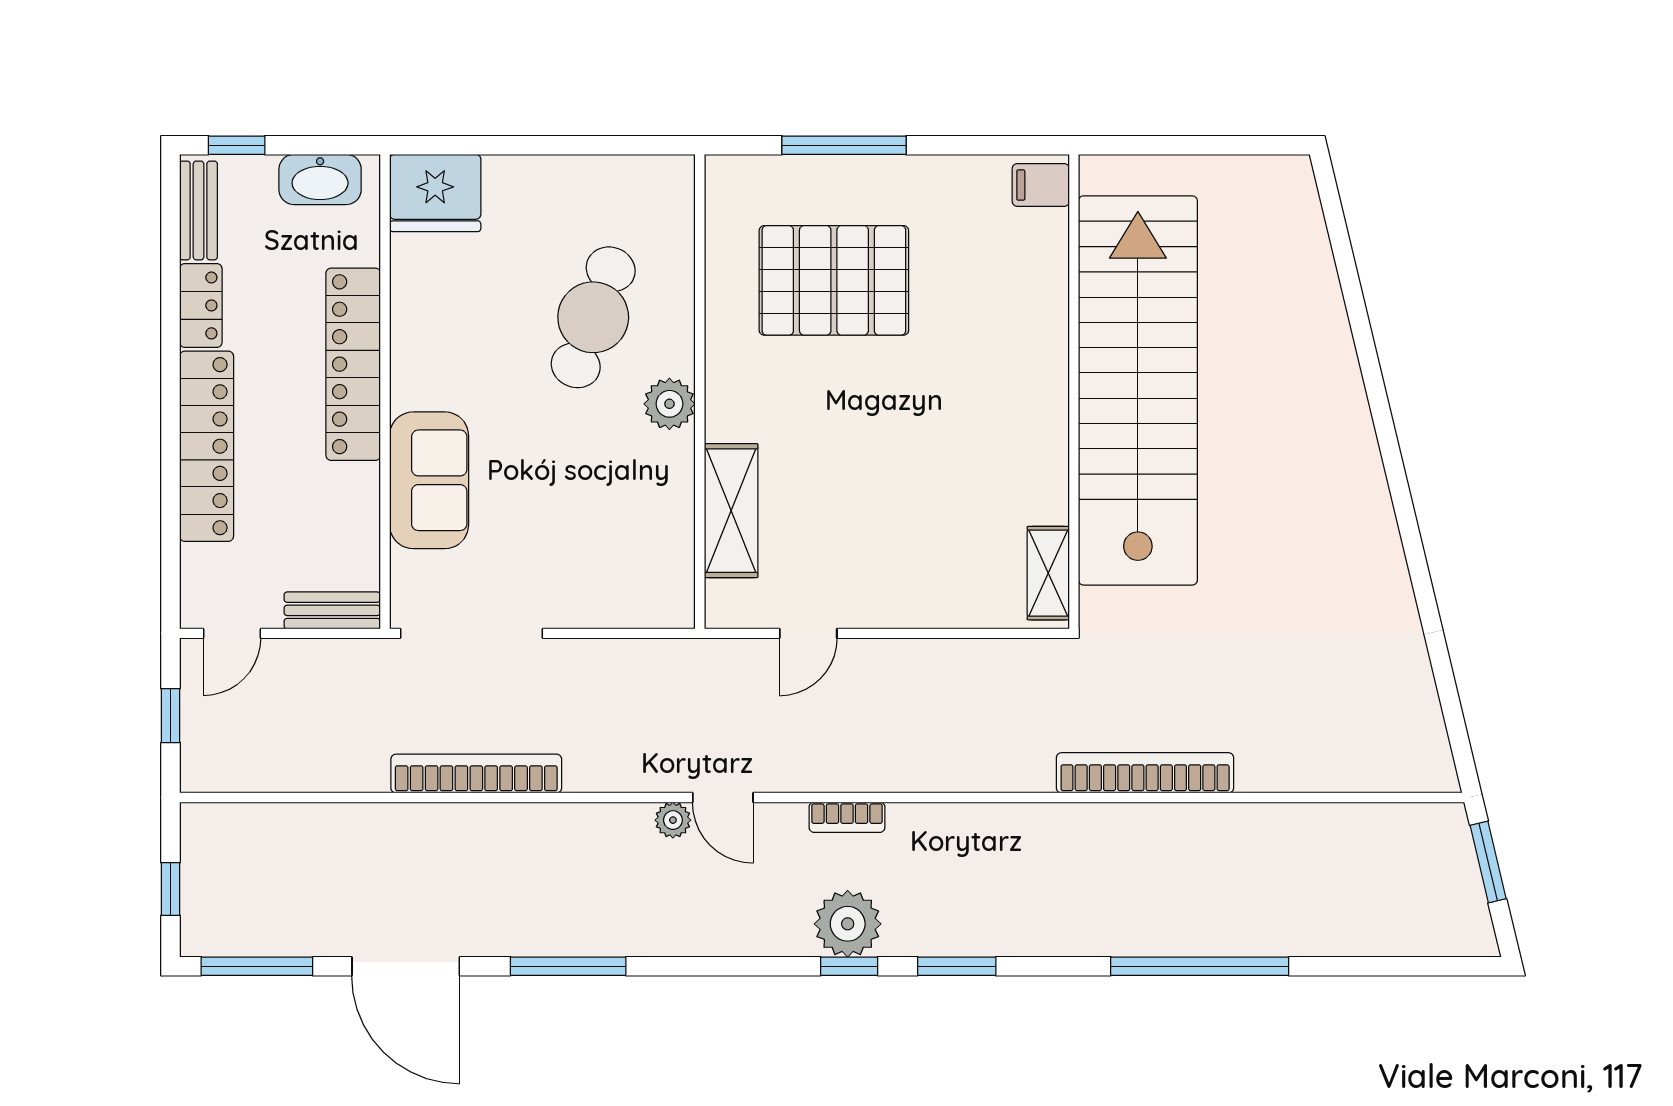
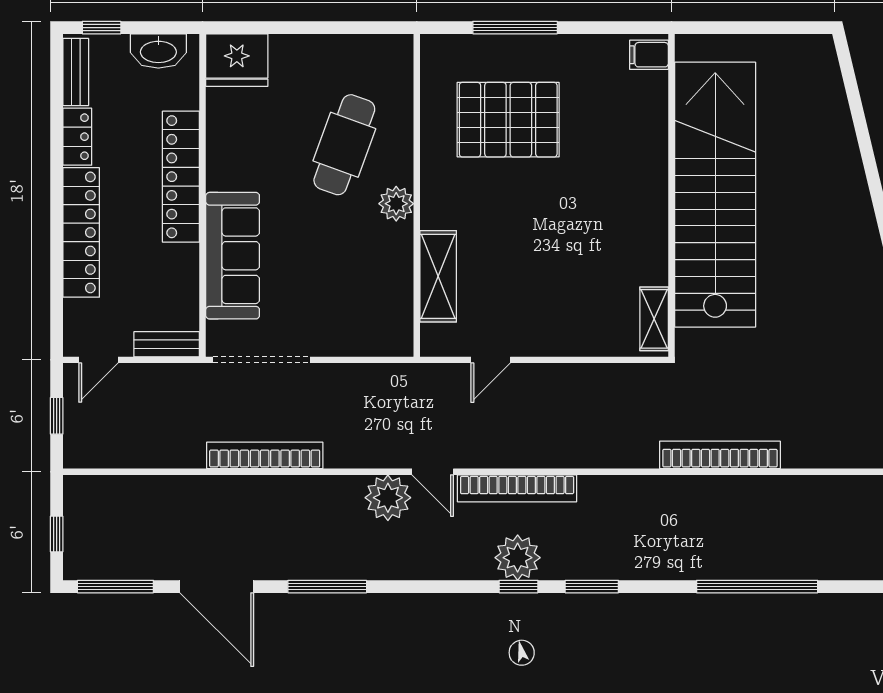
sofa: (429, 480) -> (233, 256), width x1.36
bookcase: (847, 817) -> (517, 488), width x2.31, depth x1.31
plant: (673, 820) -> (388, 498), width x1.88, depth x1.88

